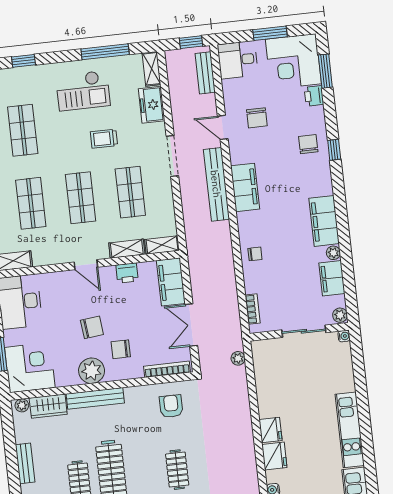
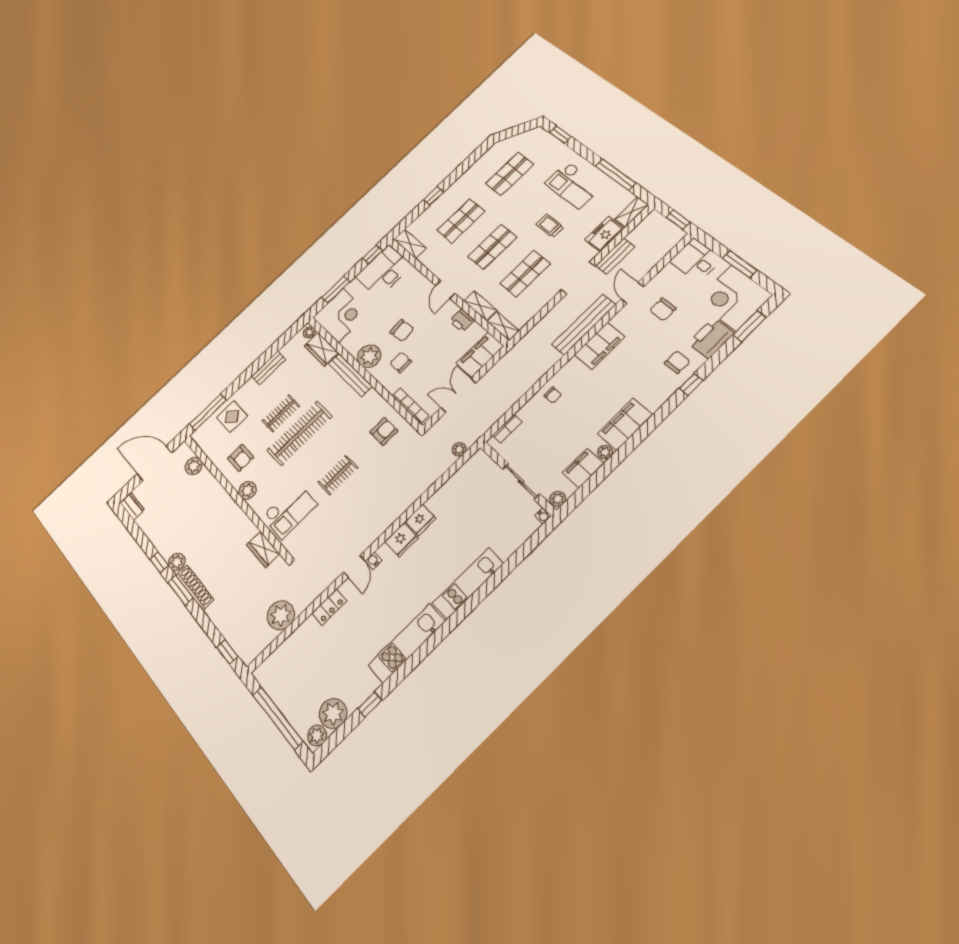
bench: (205, 73) -> (615, 256), moved
printer: (314, 96) -> (711, 338), width x1.87, depth x1.48

